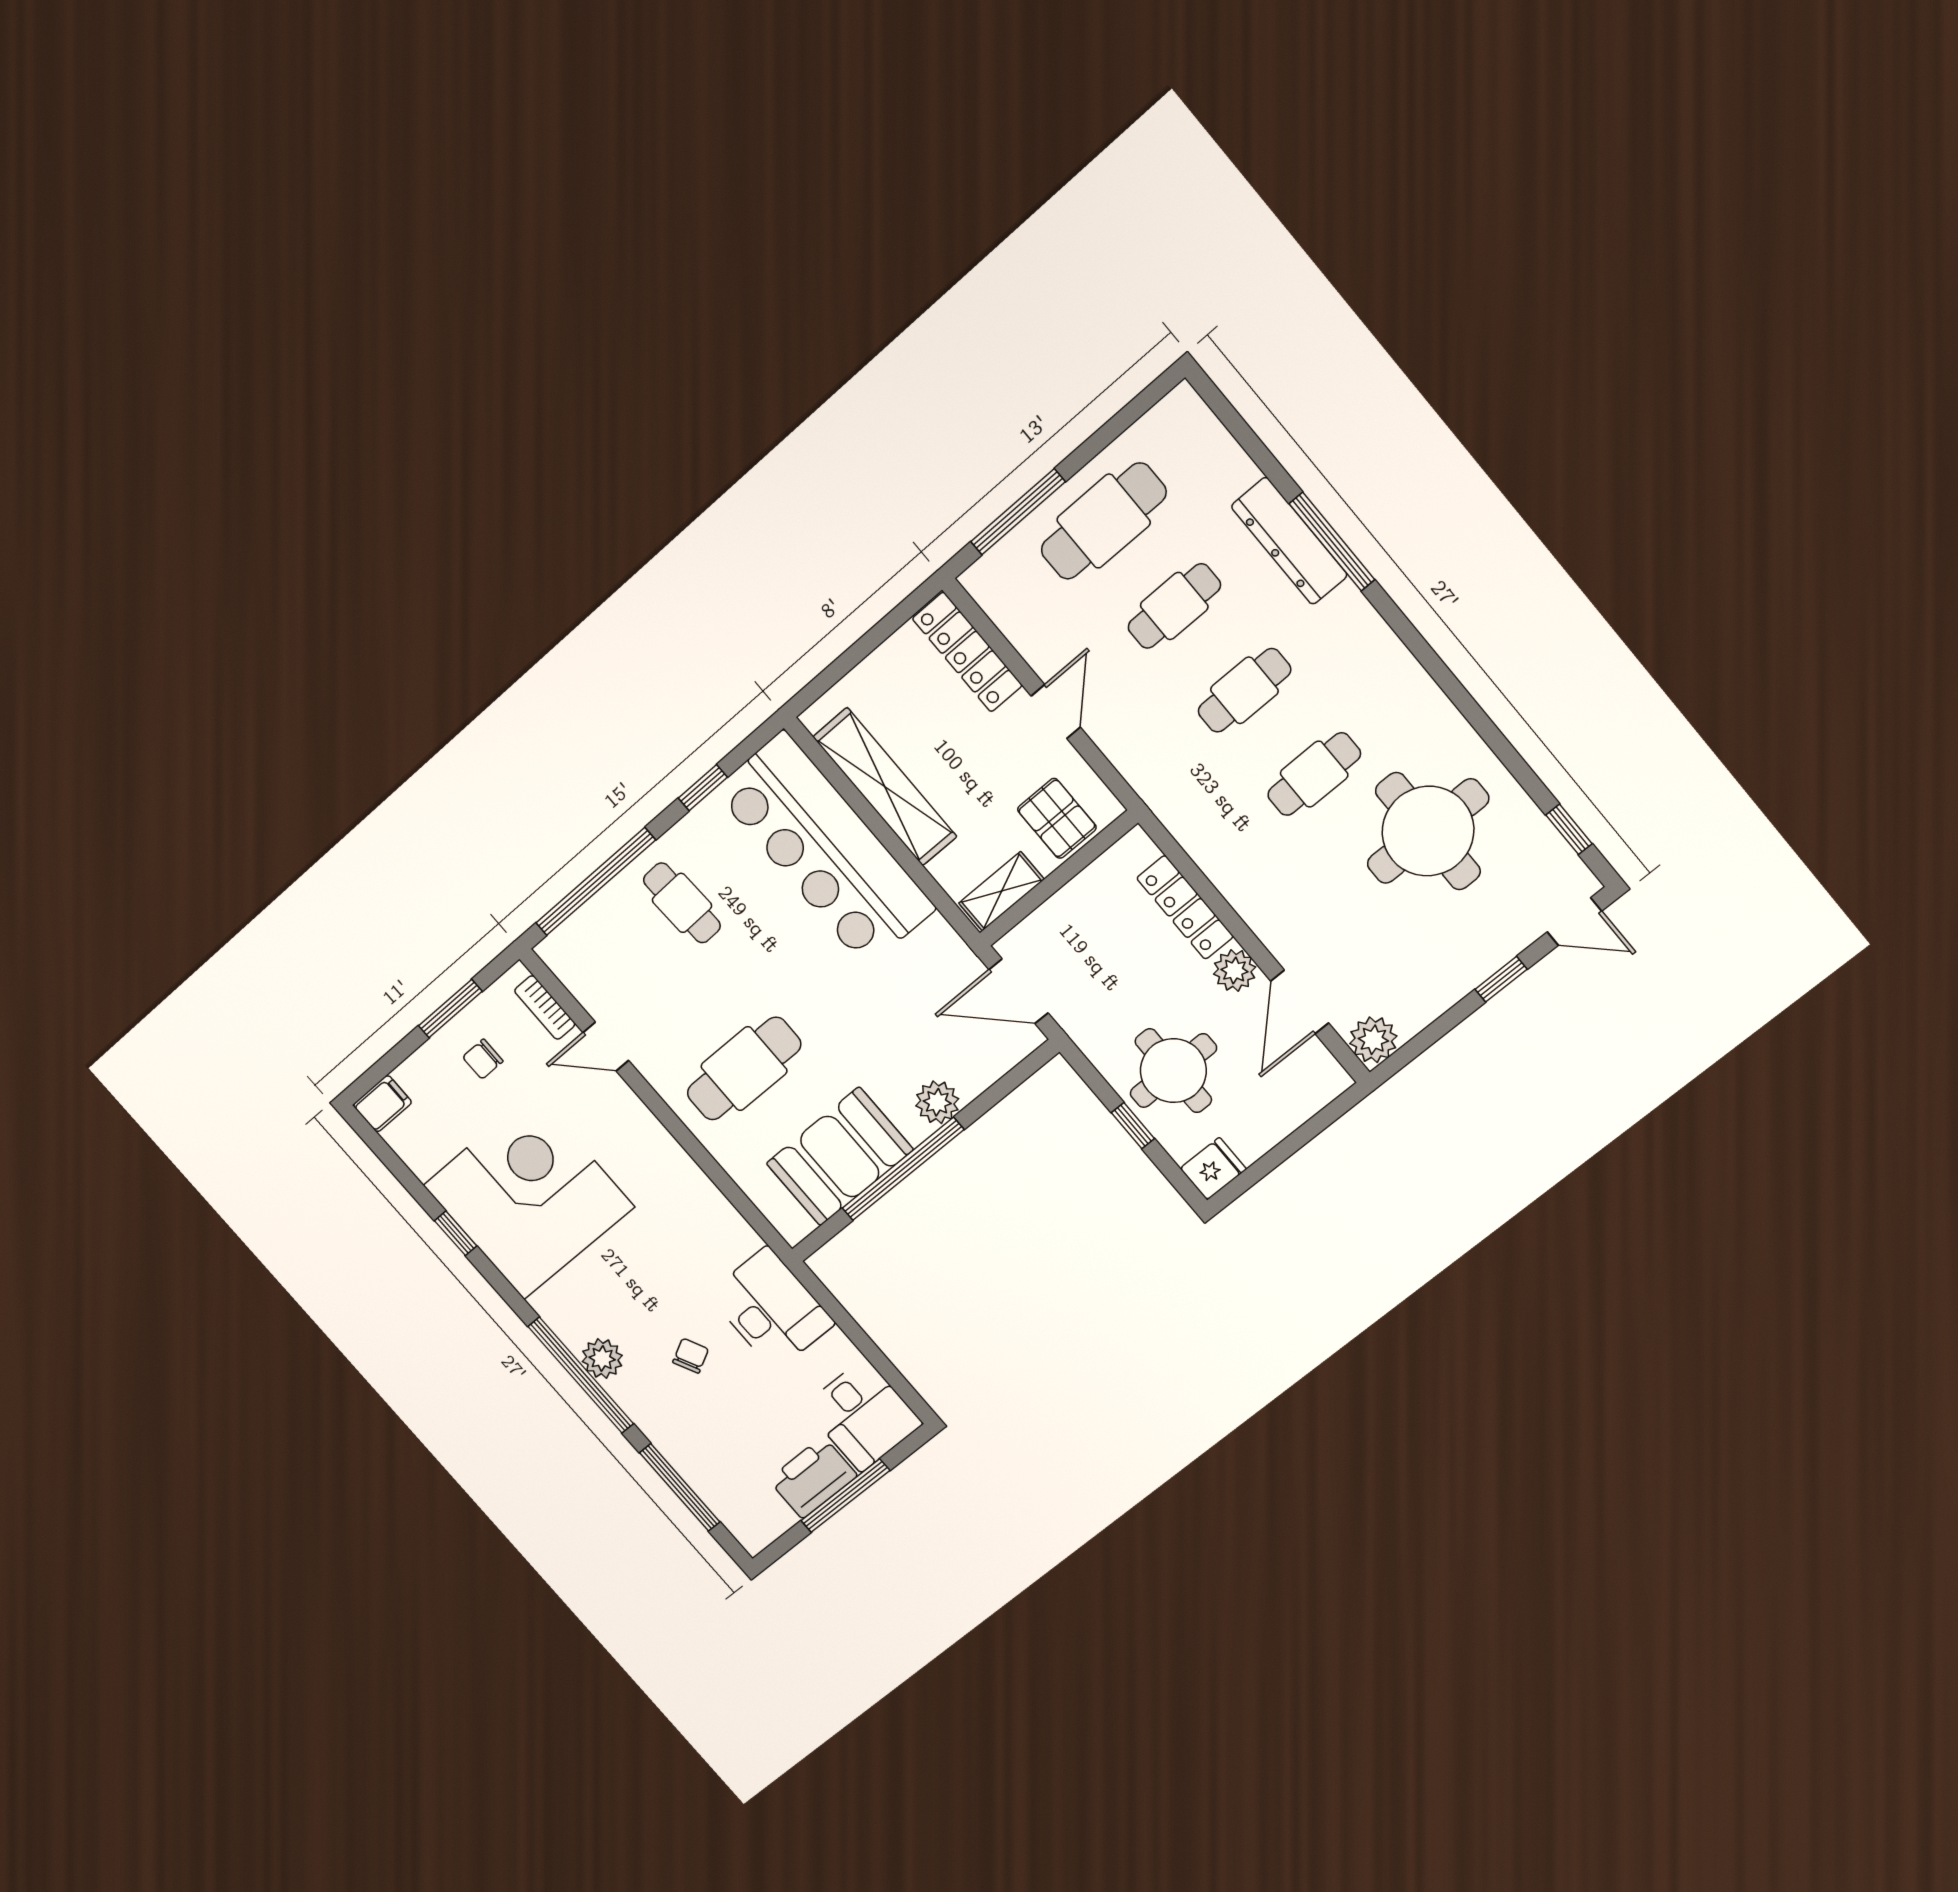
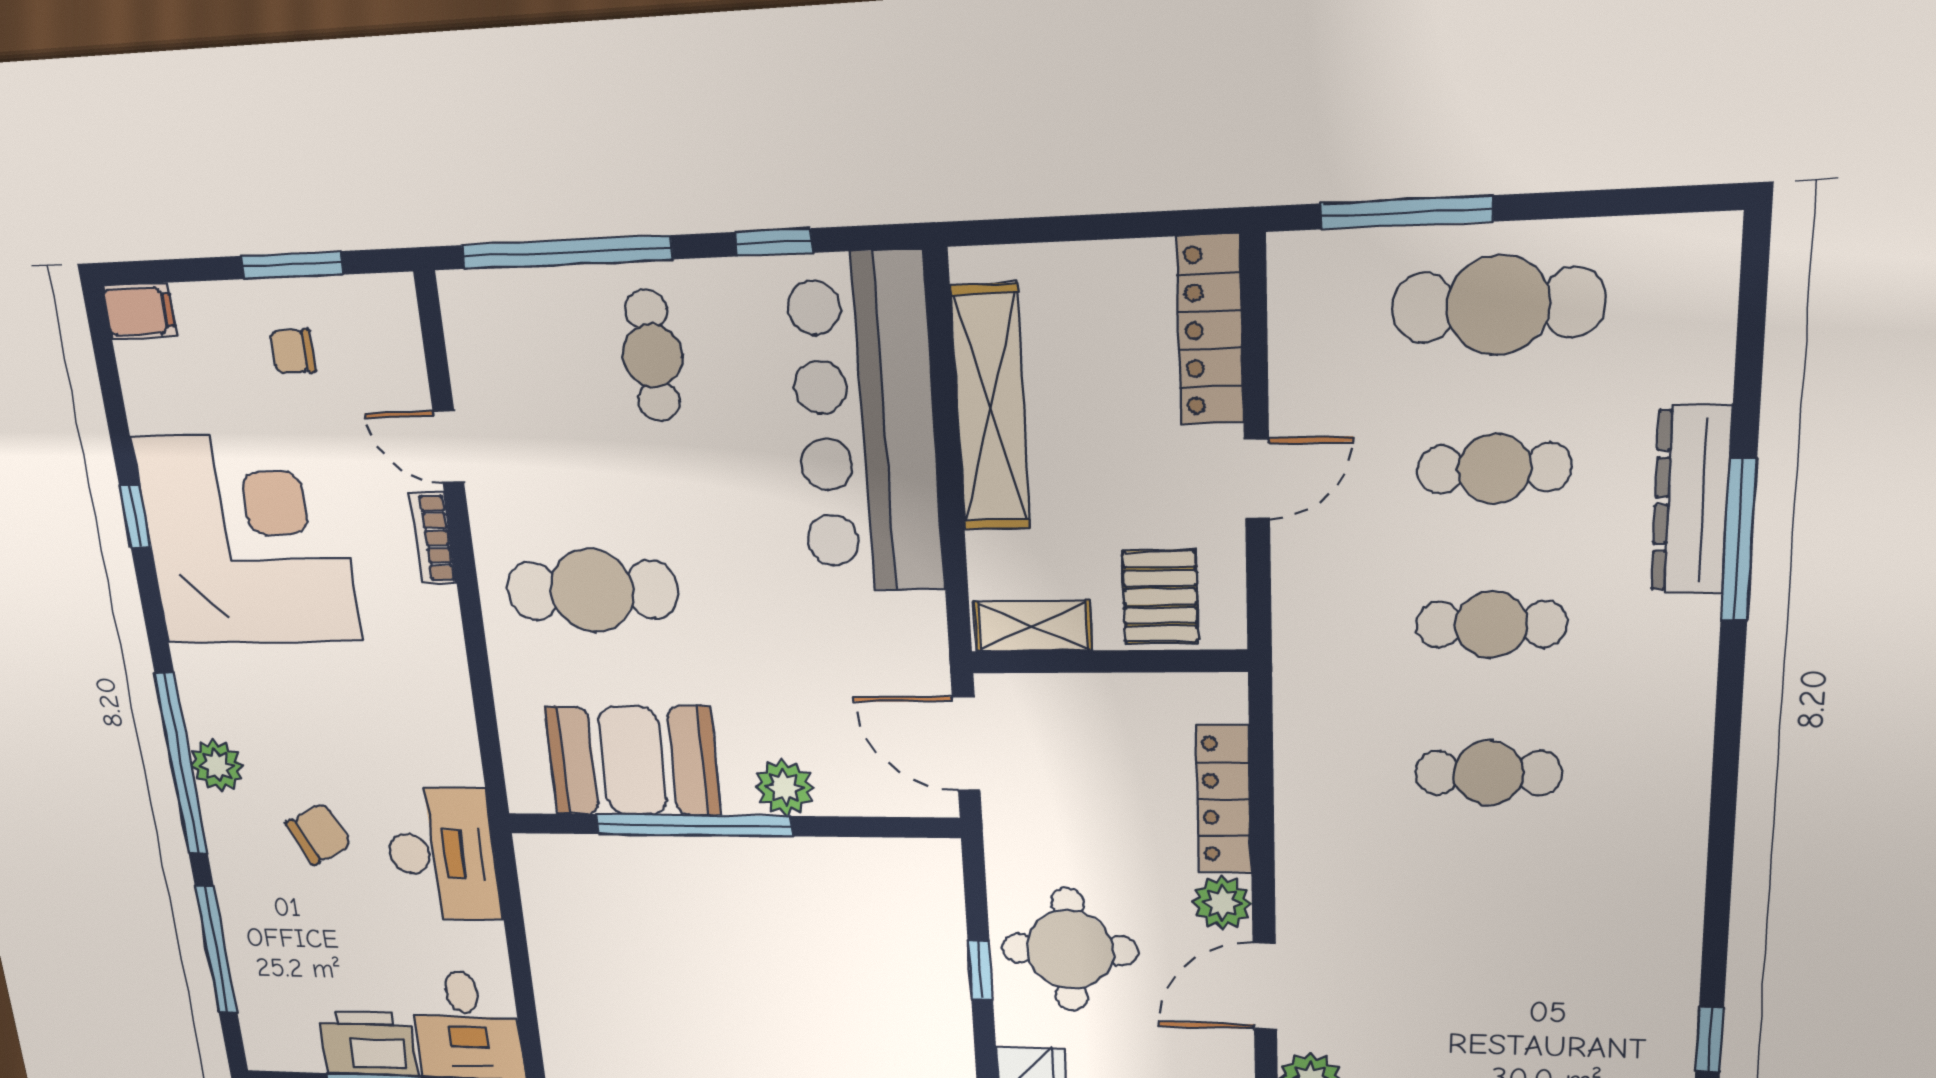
round table: (1428, 831) -> (1558, 926), removed
bookcase: (545, 1007) -> (433, 538), moved
chair: (691, 1356) -> (319, 834), width x1.37, depth x1.37

